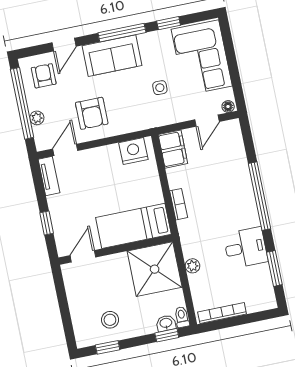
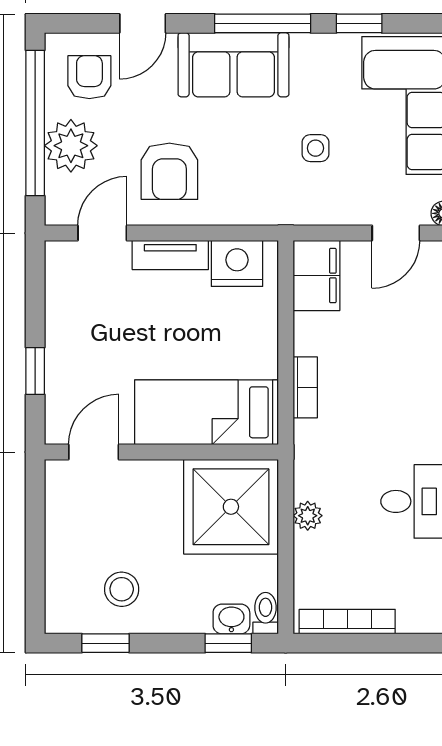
plant: (37, 118) -> (71, 146), width x1.88, depth x1.88
tv unit: (49, 176) -> (170, 255), moved, turned 90

